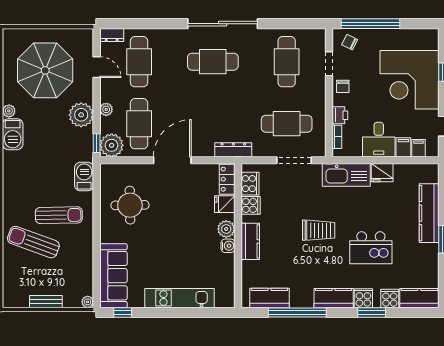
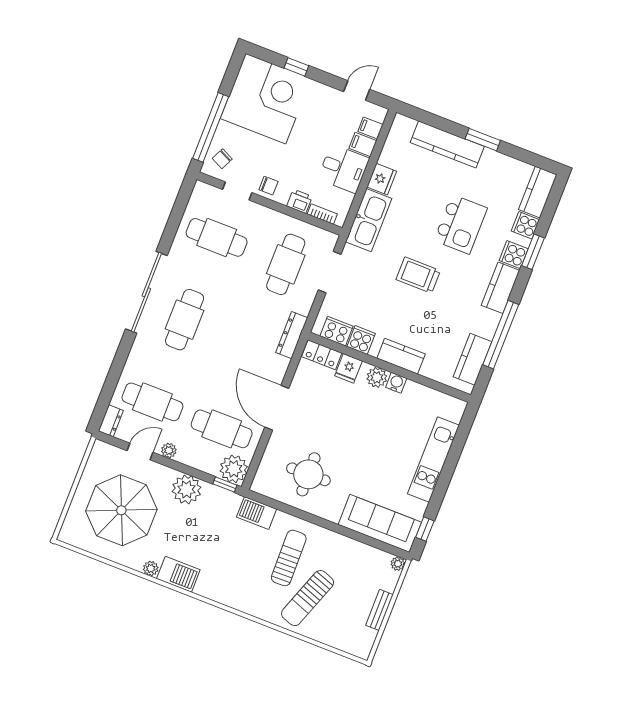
corner desk: (410, 80) -> (266, 99), moved, turned -90
plant: (106, 109) -> (169, 450), moved
trolley: (319, 230) -> (418, 275), turned -90

